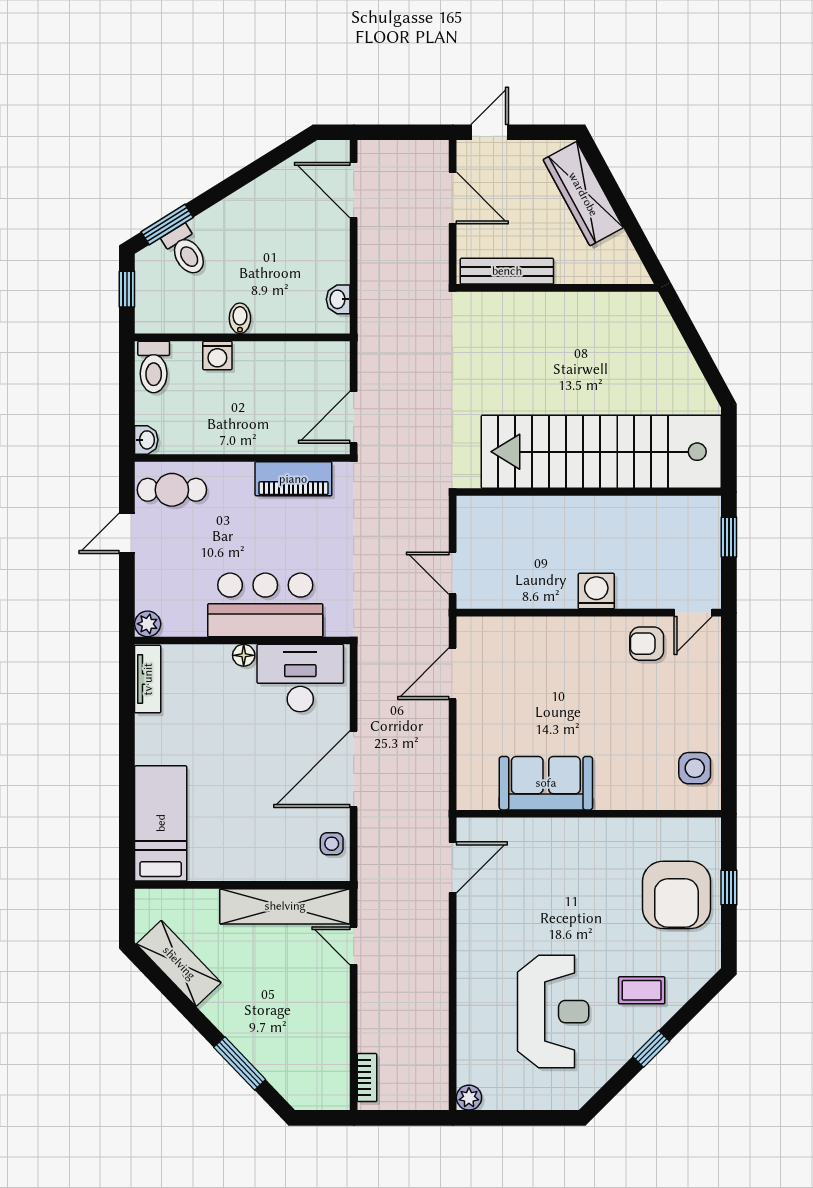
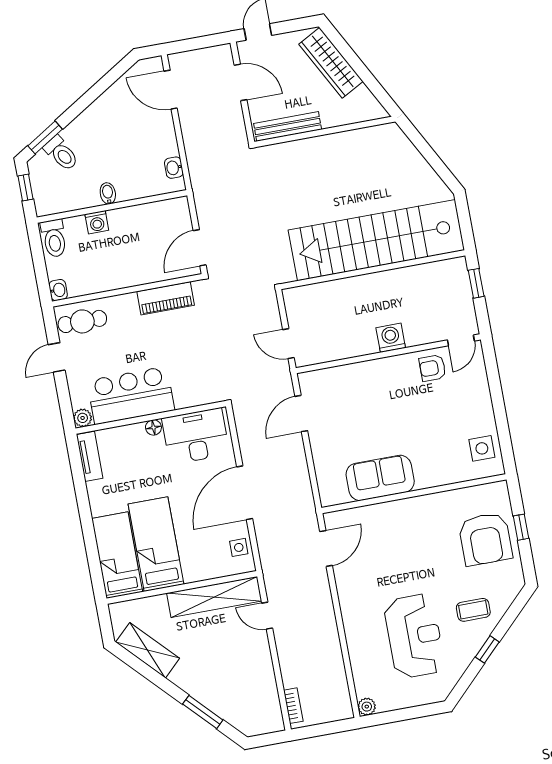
bar counter: (265, 605) -> (131, 395), moved
bed: (218, 818) -> (156, 544), added

